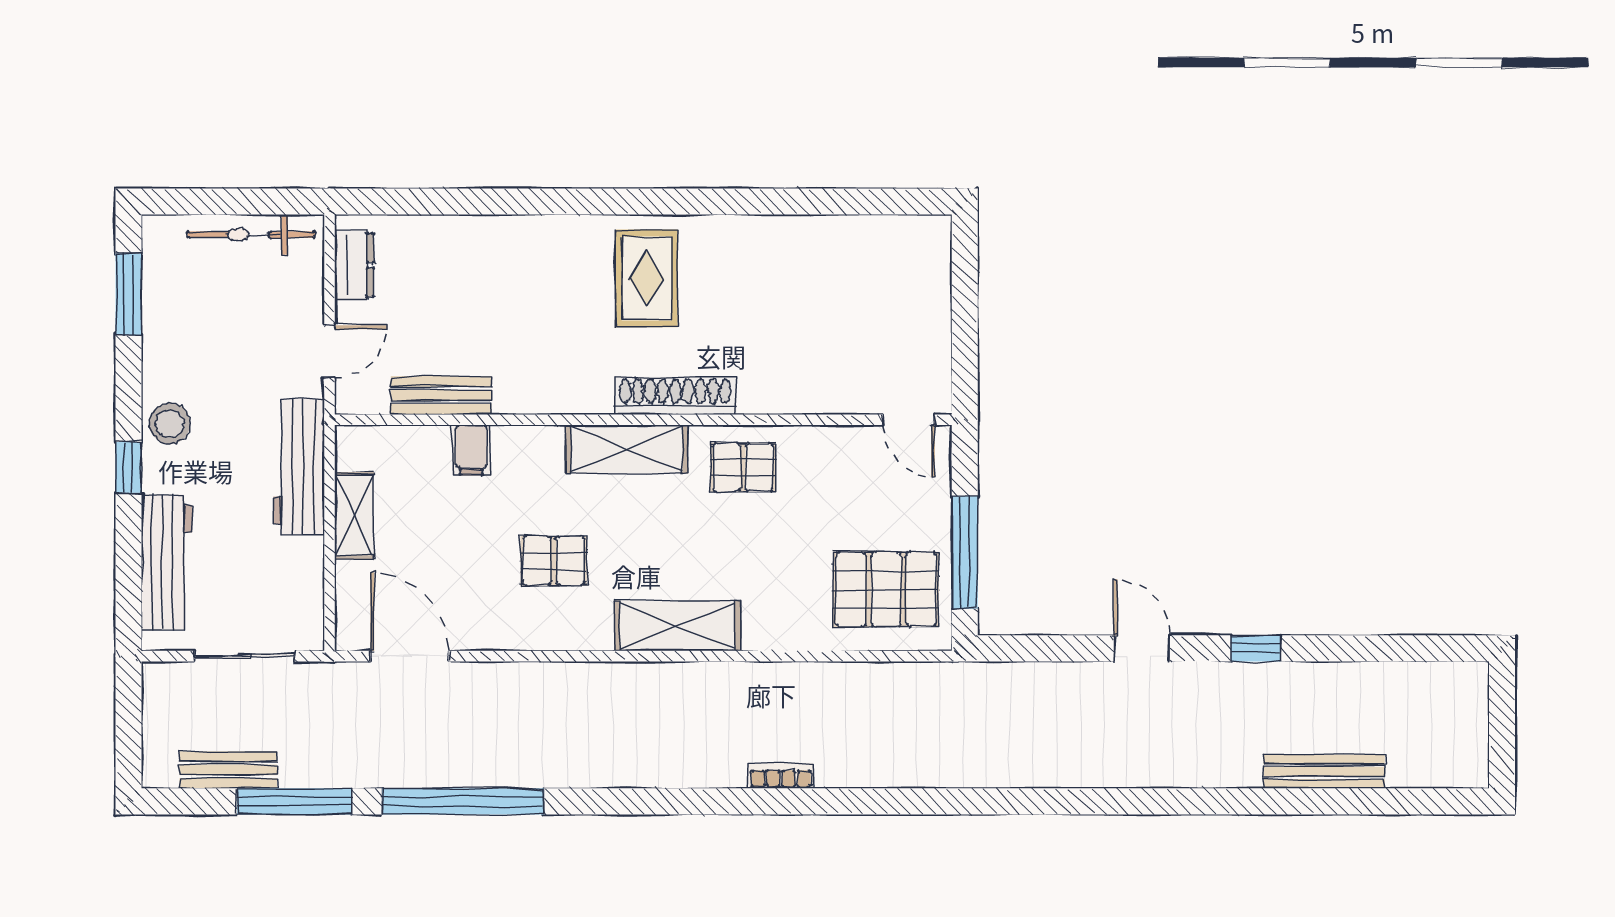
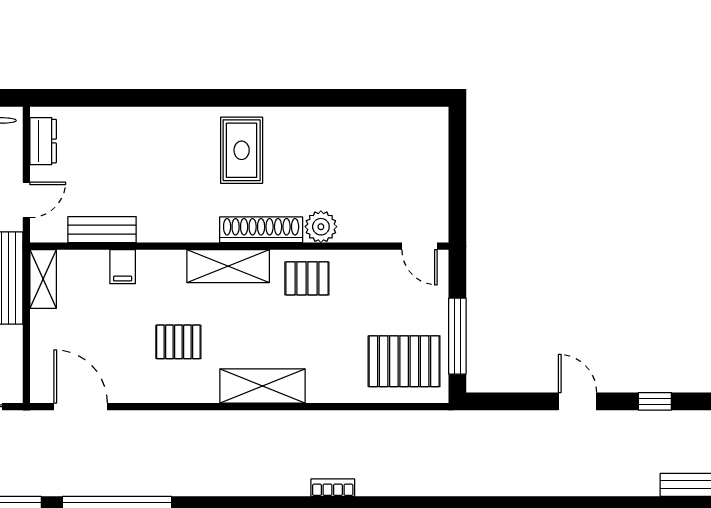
plant: (764, 391) -> (321, 227), added
shelving: (354, 516) -> (43, 279), moved

